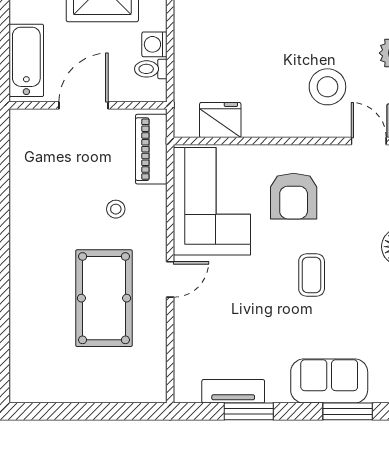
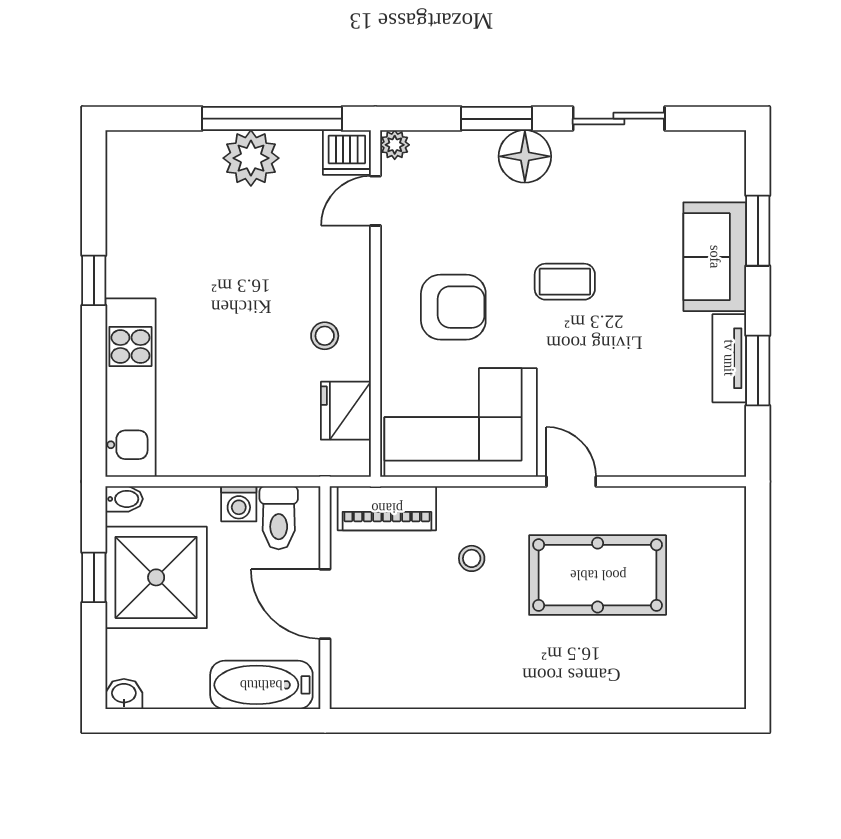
toilet: (151, 69) -> (279, 518), width x1.37, depth x1.39
stool: (327, 87) -> (325, 336), moved, width x0.53, depth x0.53
tv unit: (233, 391) -> (729, 358), moved

